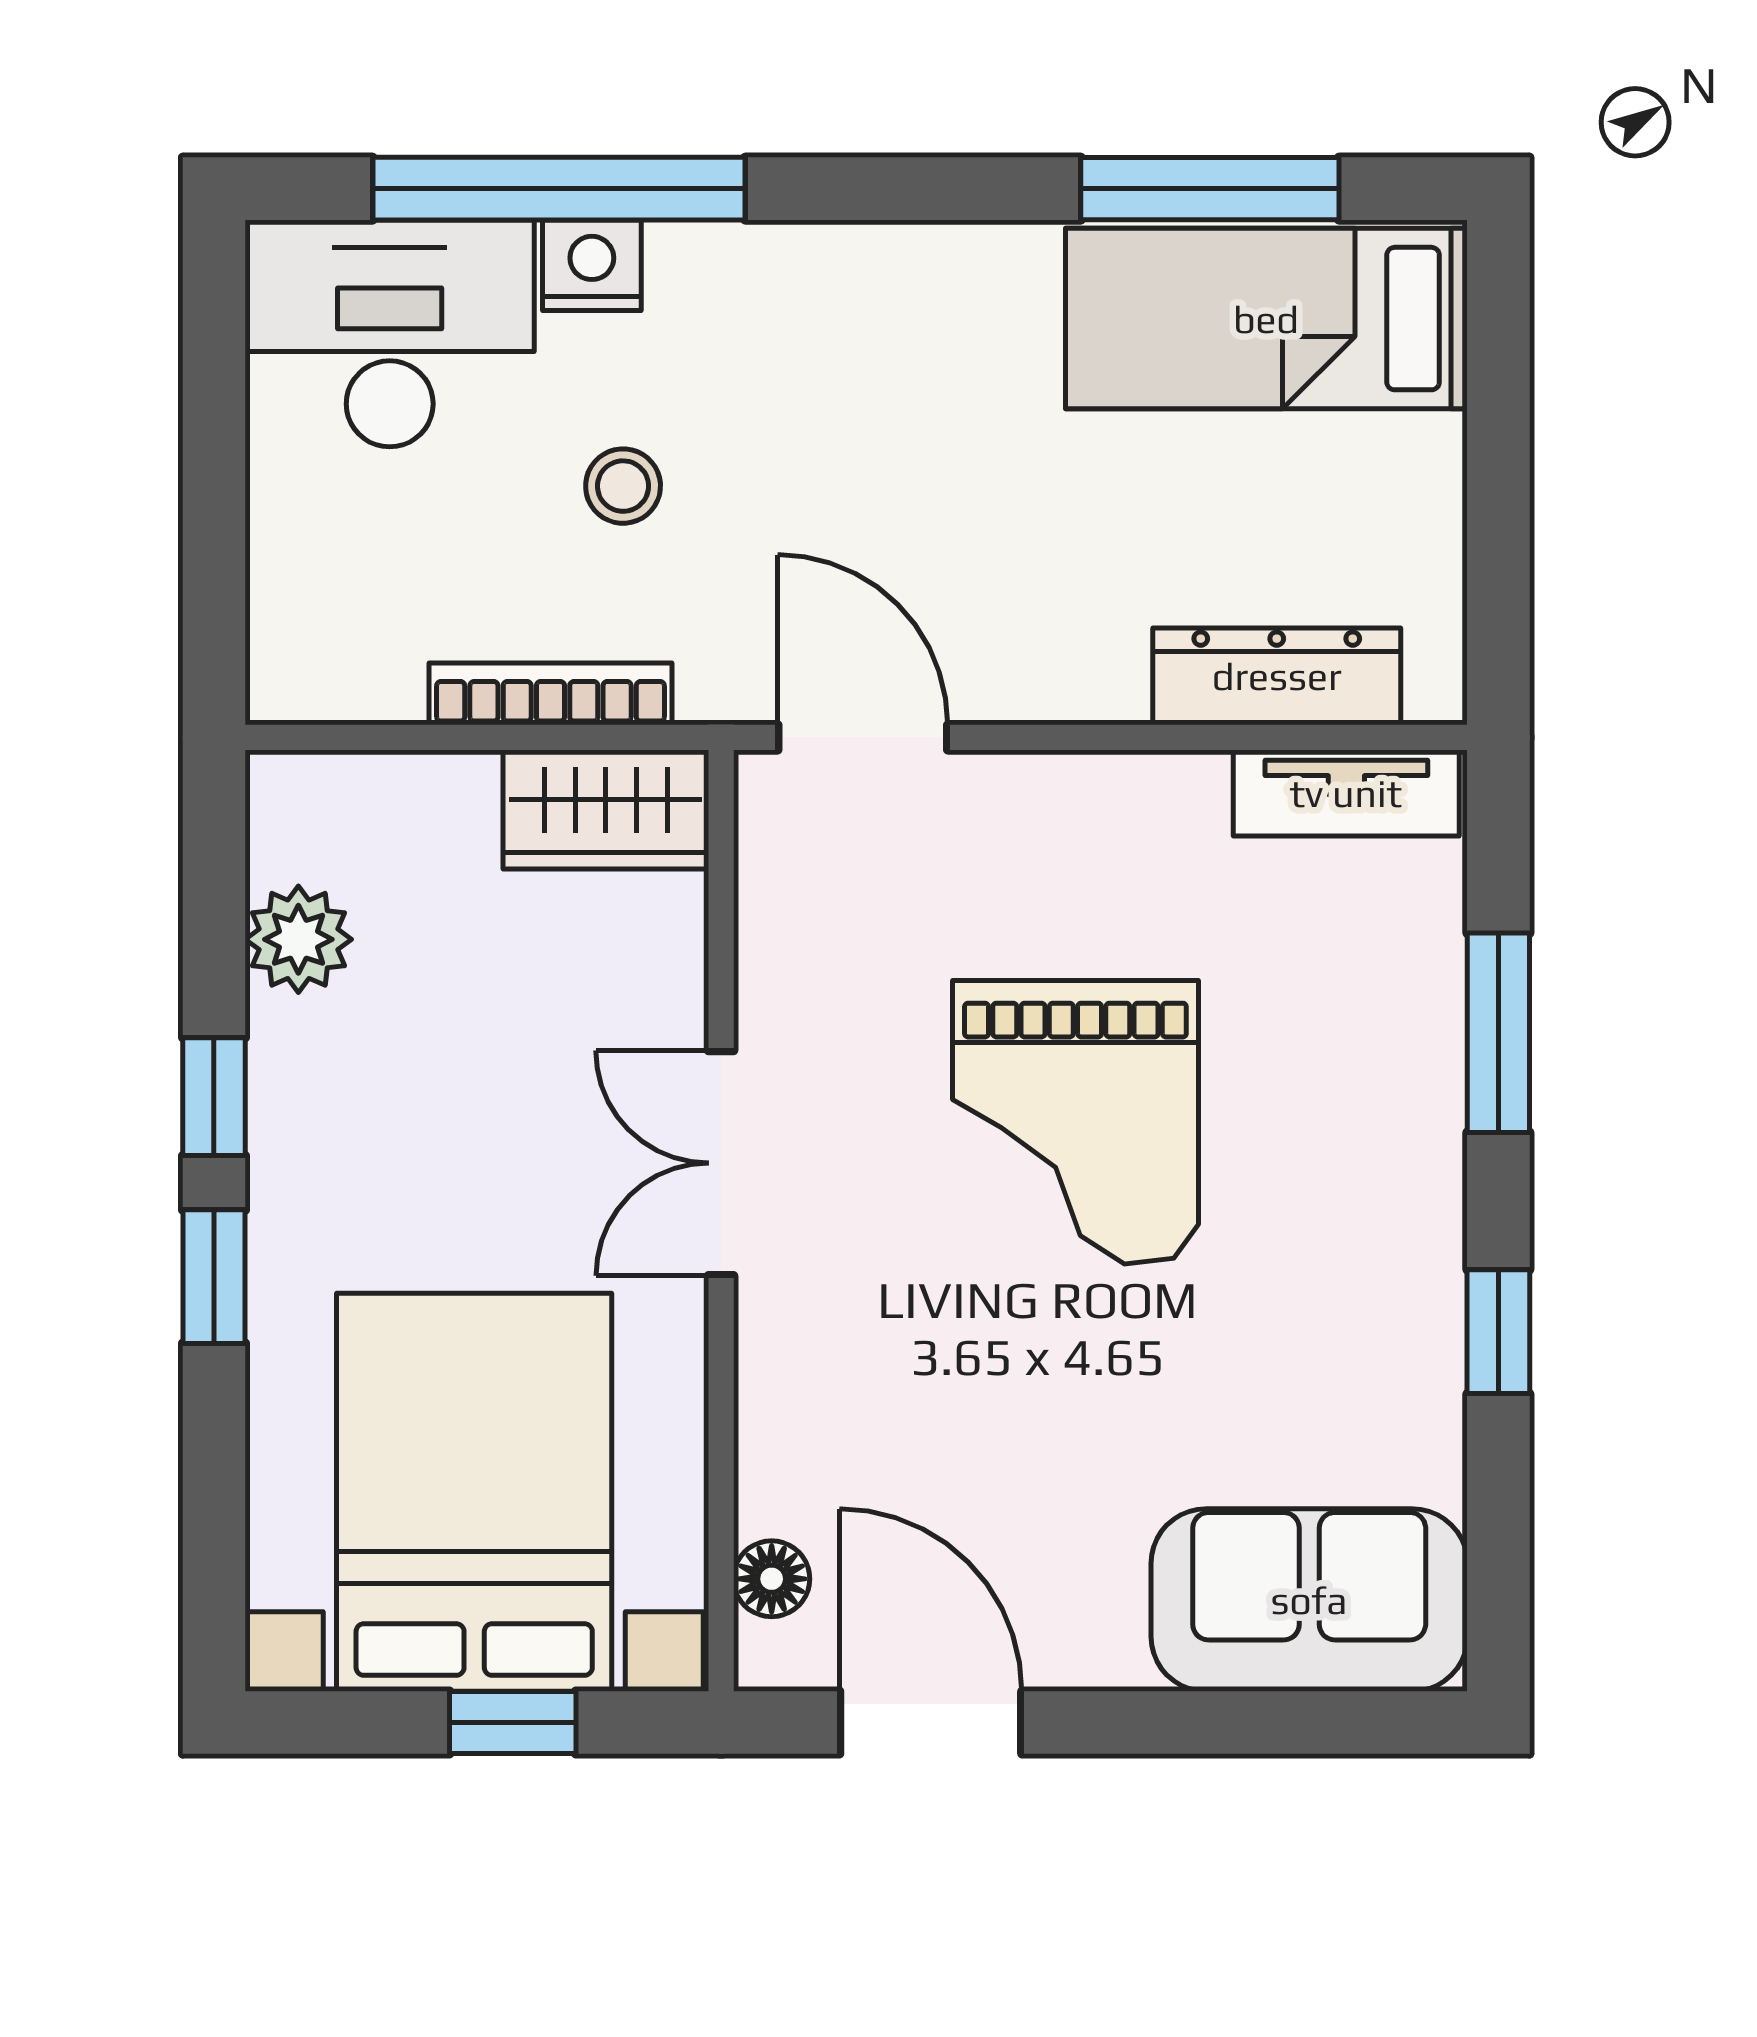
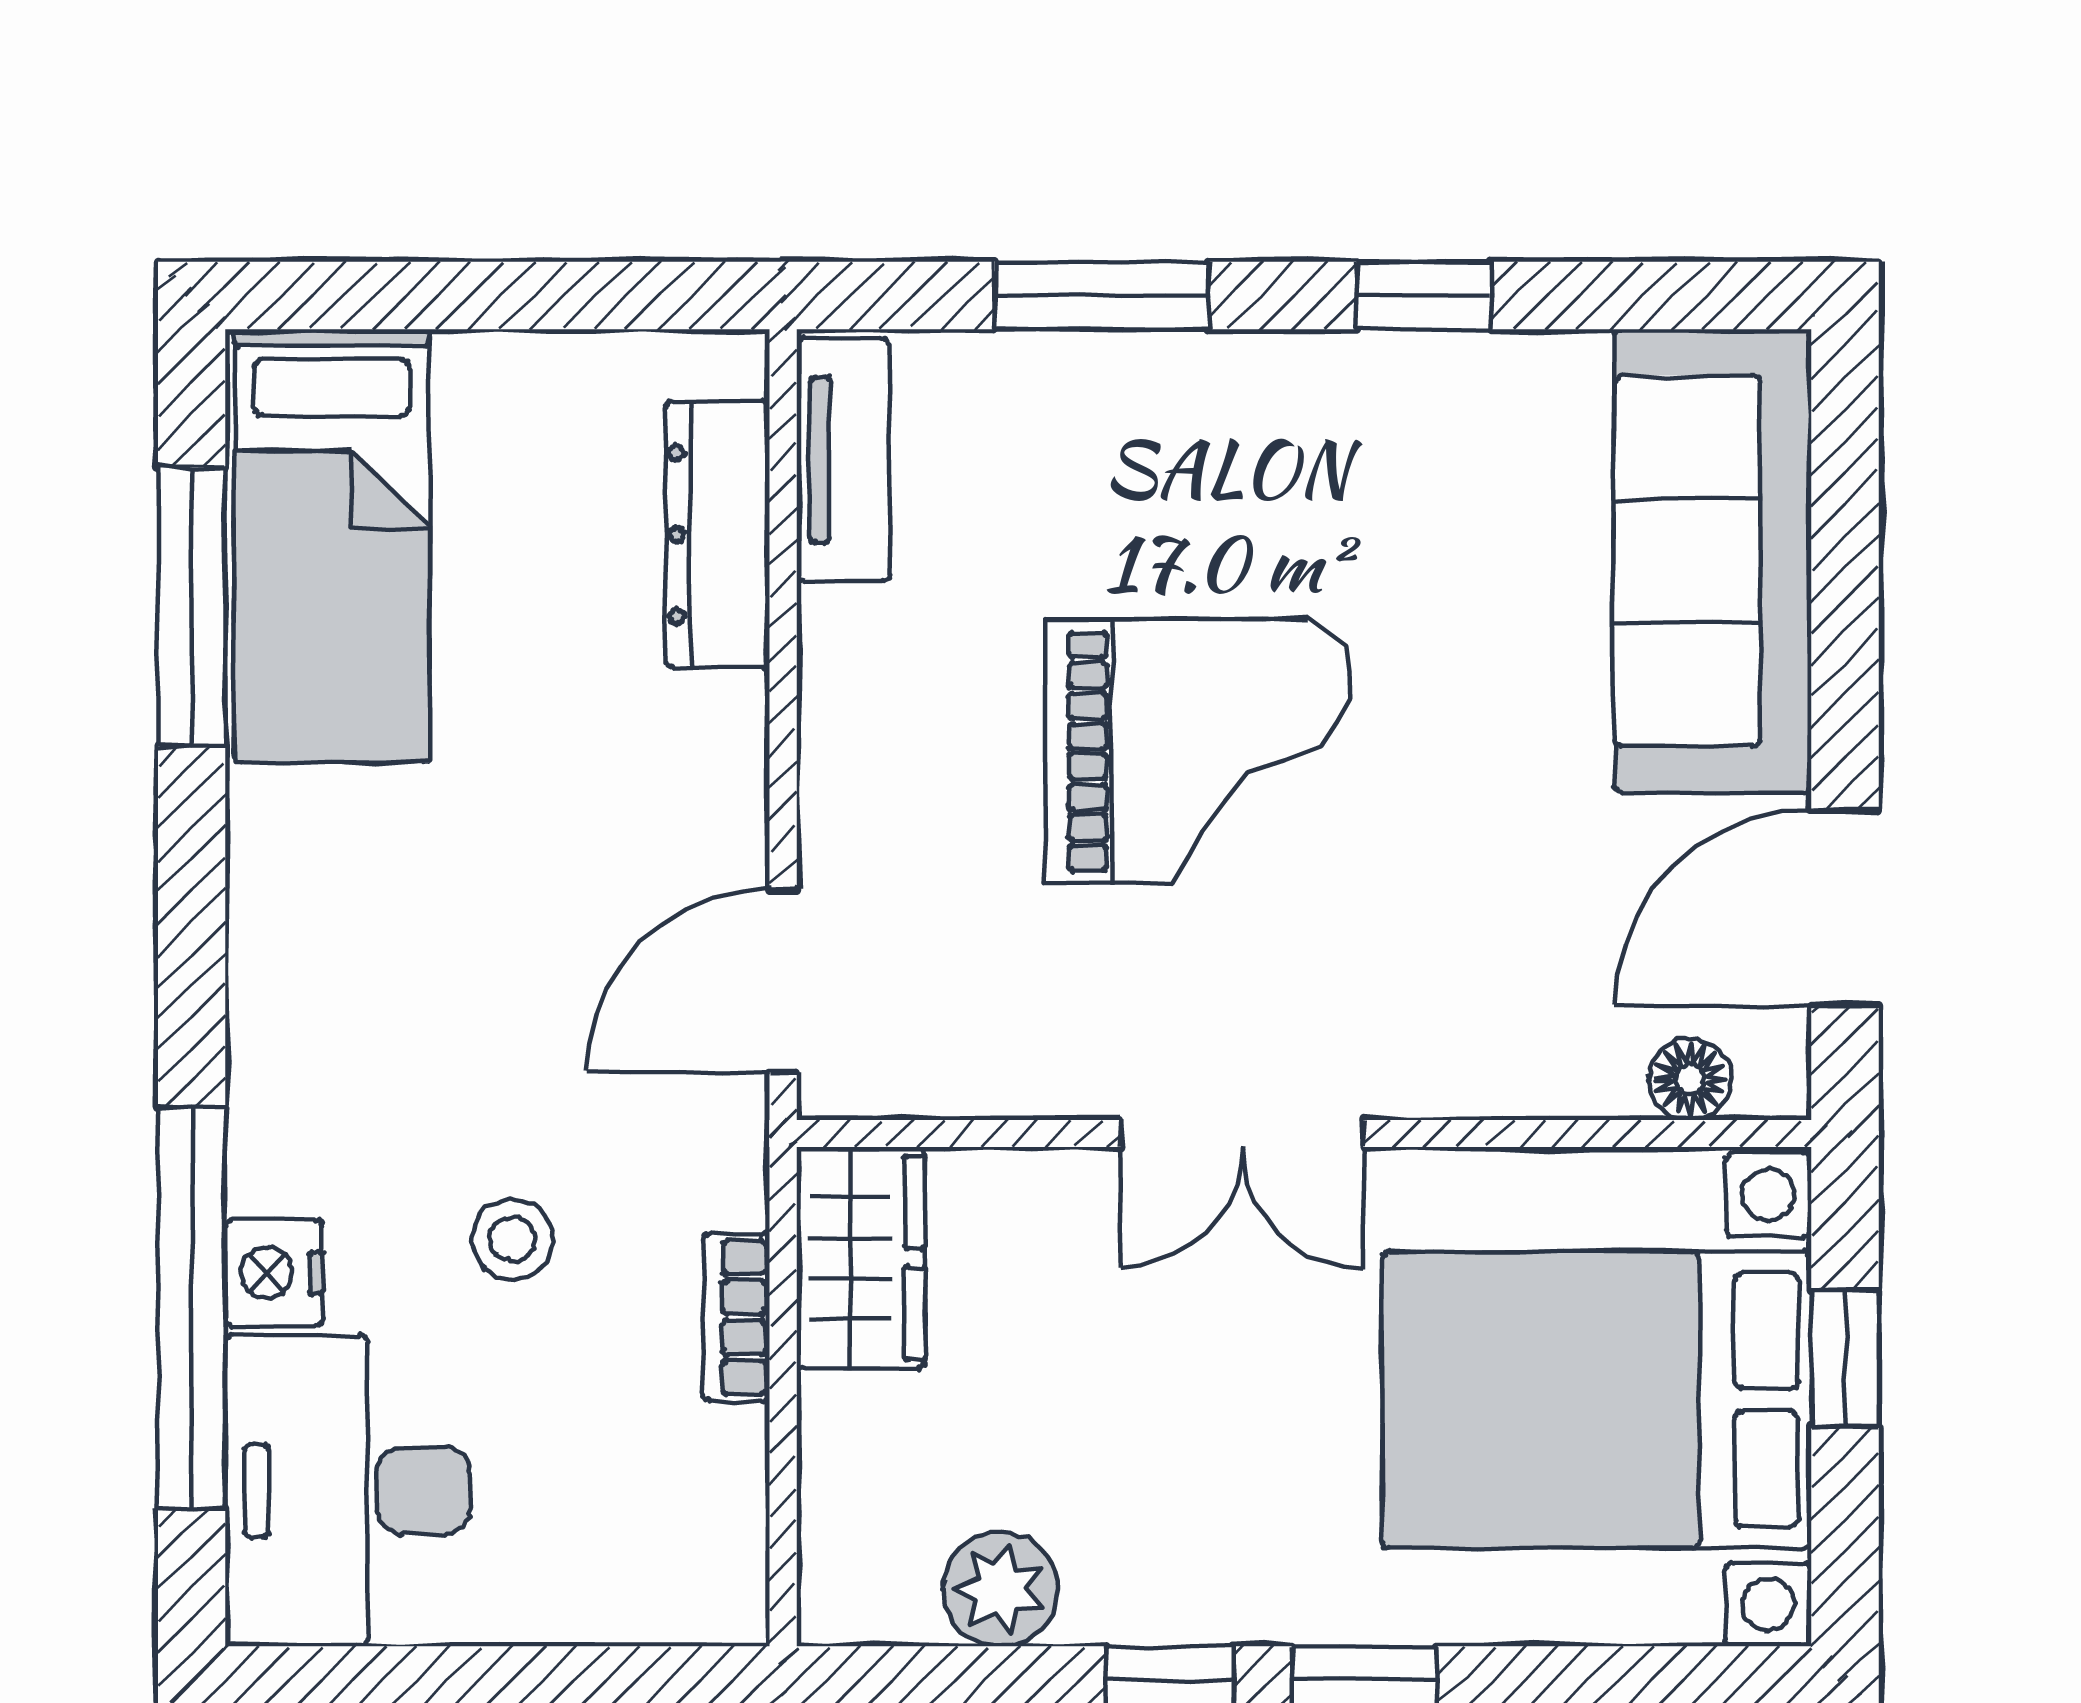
bookcase: (550, 694) -> (736, 1317), width x0.64
sofa: (1309, 1600) -> (1713, 561), width x1.36

